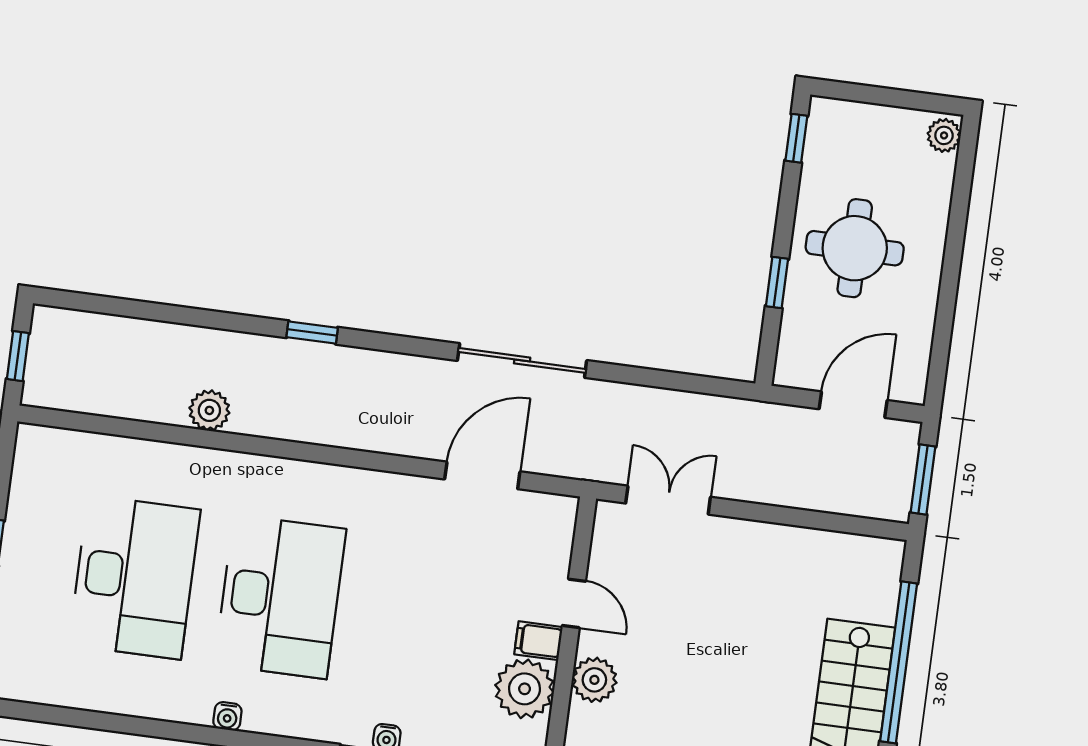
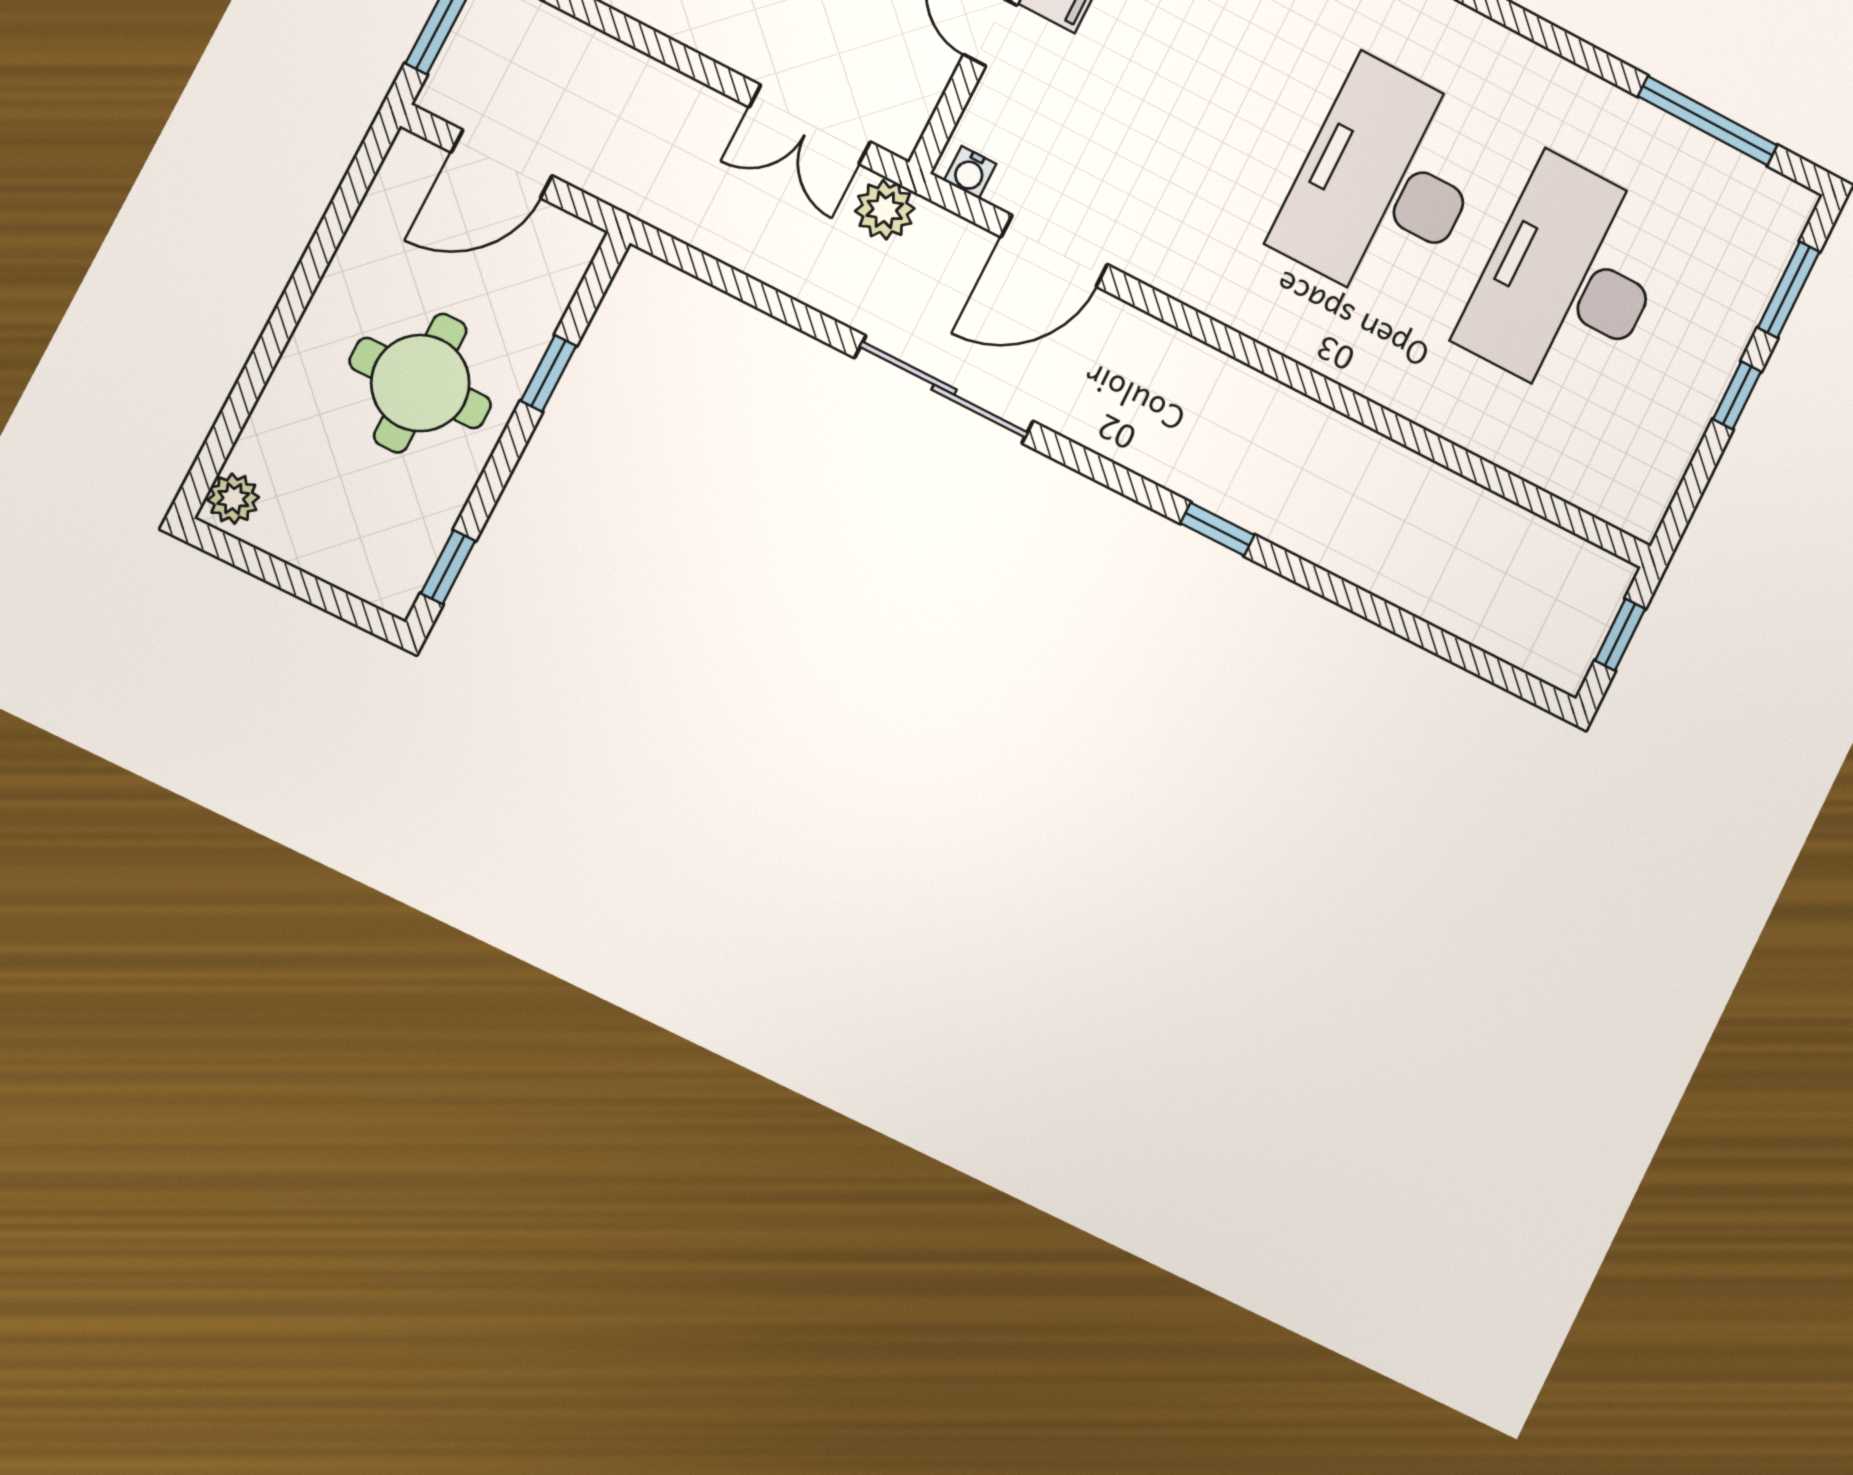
plant: (209, 410) -> (885, 210), moved
water cooler: (227, 716) -> (970, 172), moved, turned 180
window: (77, 718) -> (1708, 121), added

